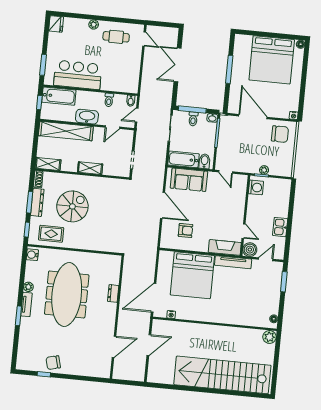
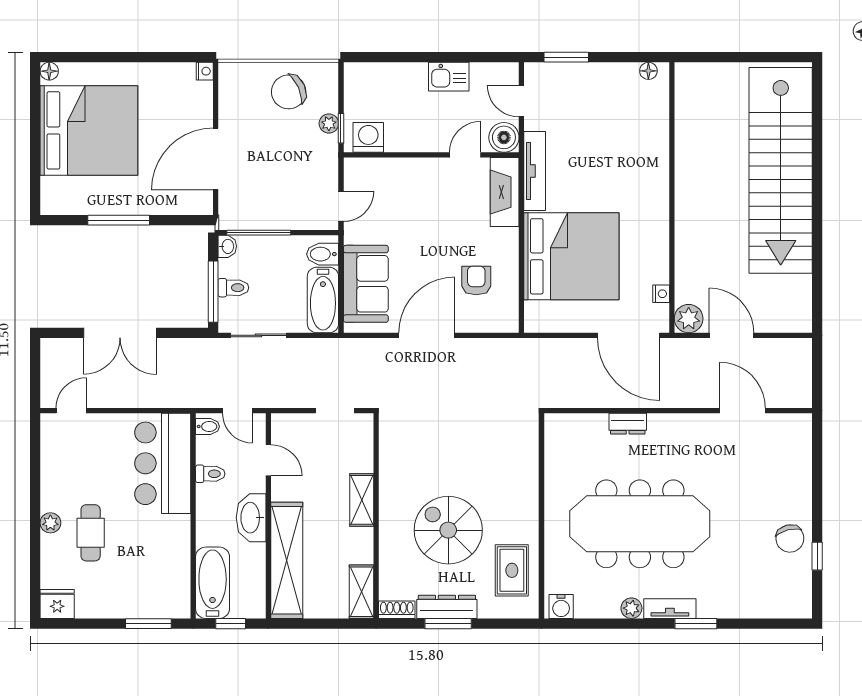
cafe table: (116, 37) -> (91, 533), moved
bar counter: (78, 75) -> (163, 463), moved
chair: (280, 134) -> (289, 92), moved, turned -114
window: (27, 230) -> (508, 624), removed
plant: (269, 337) -> (689, 319), moved

